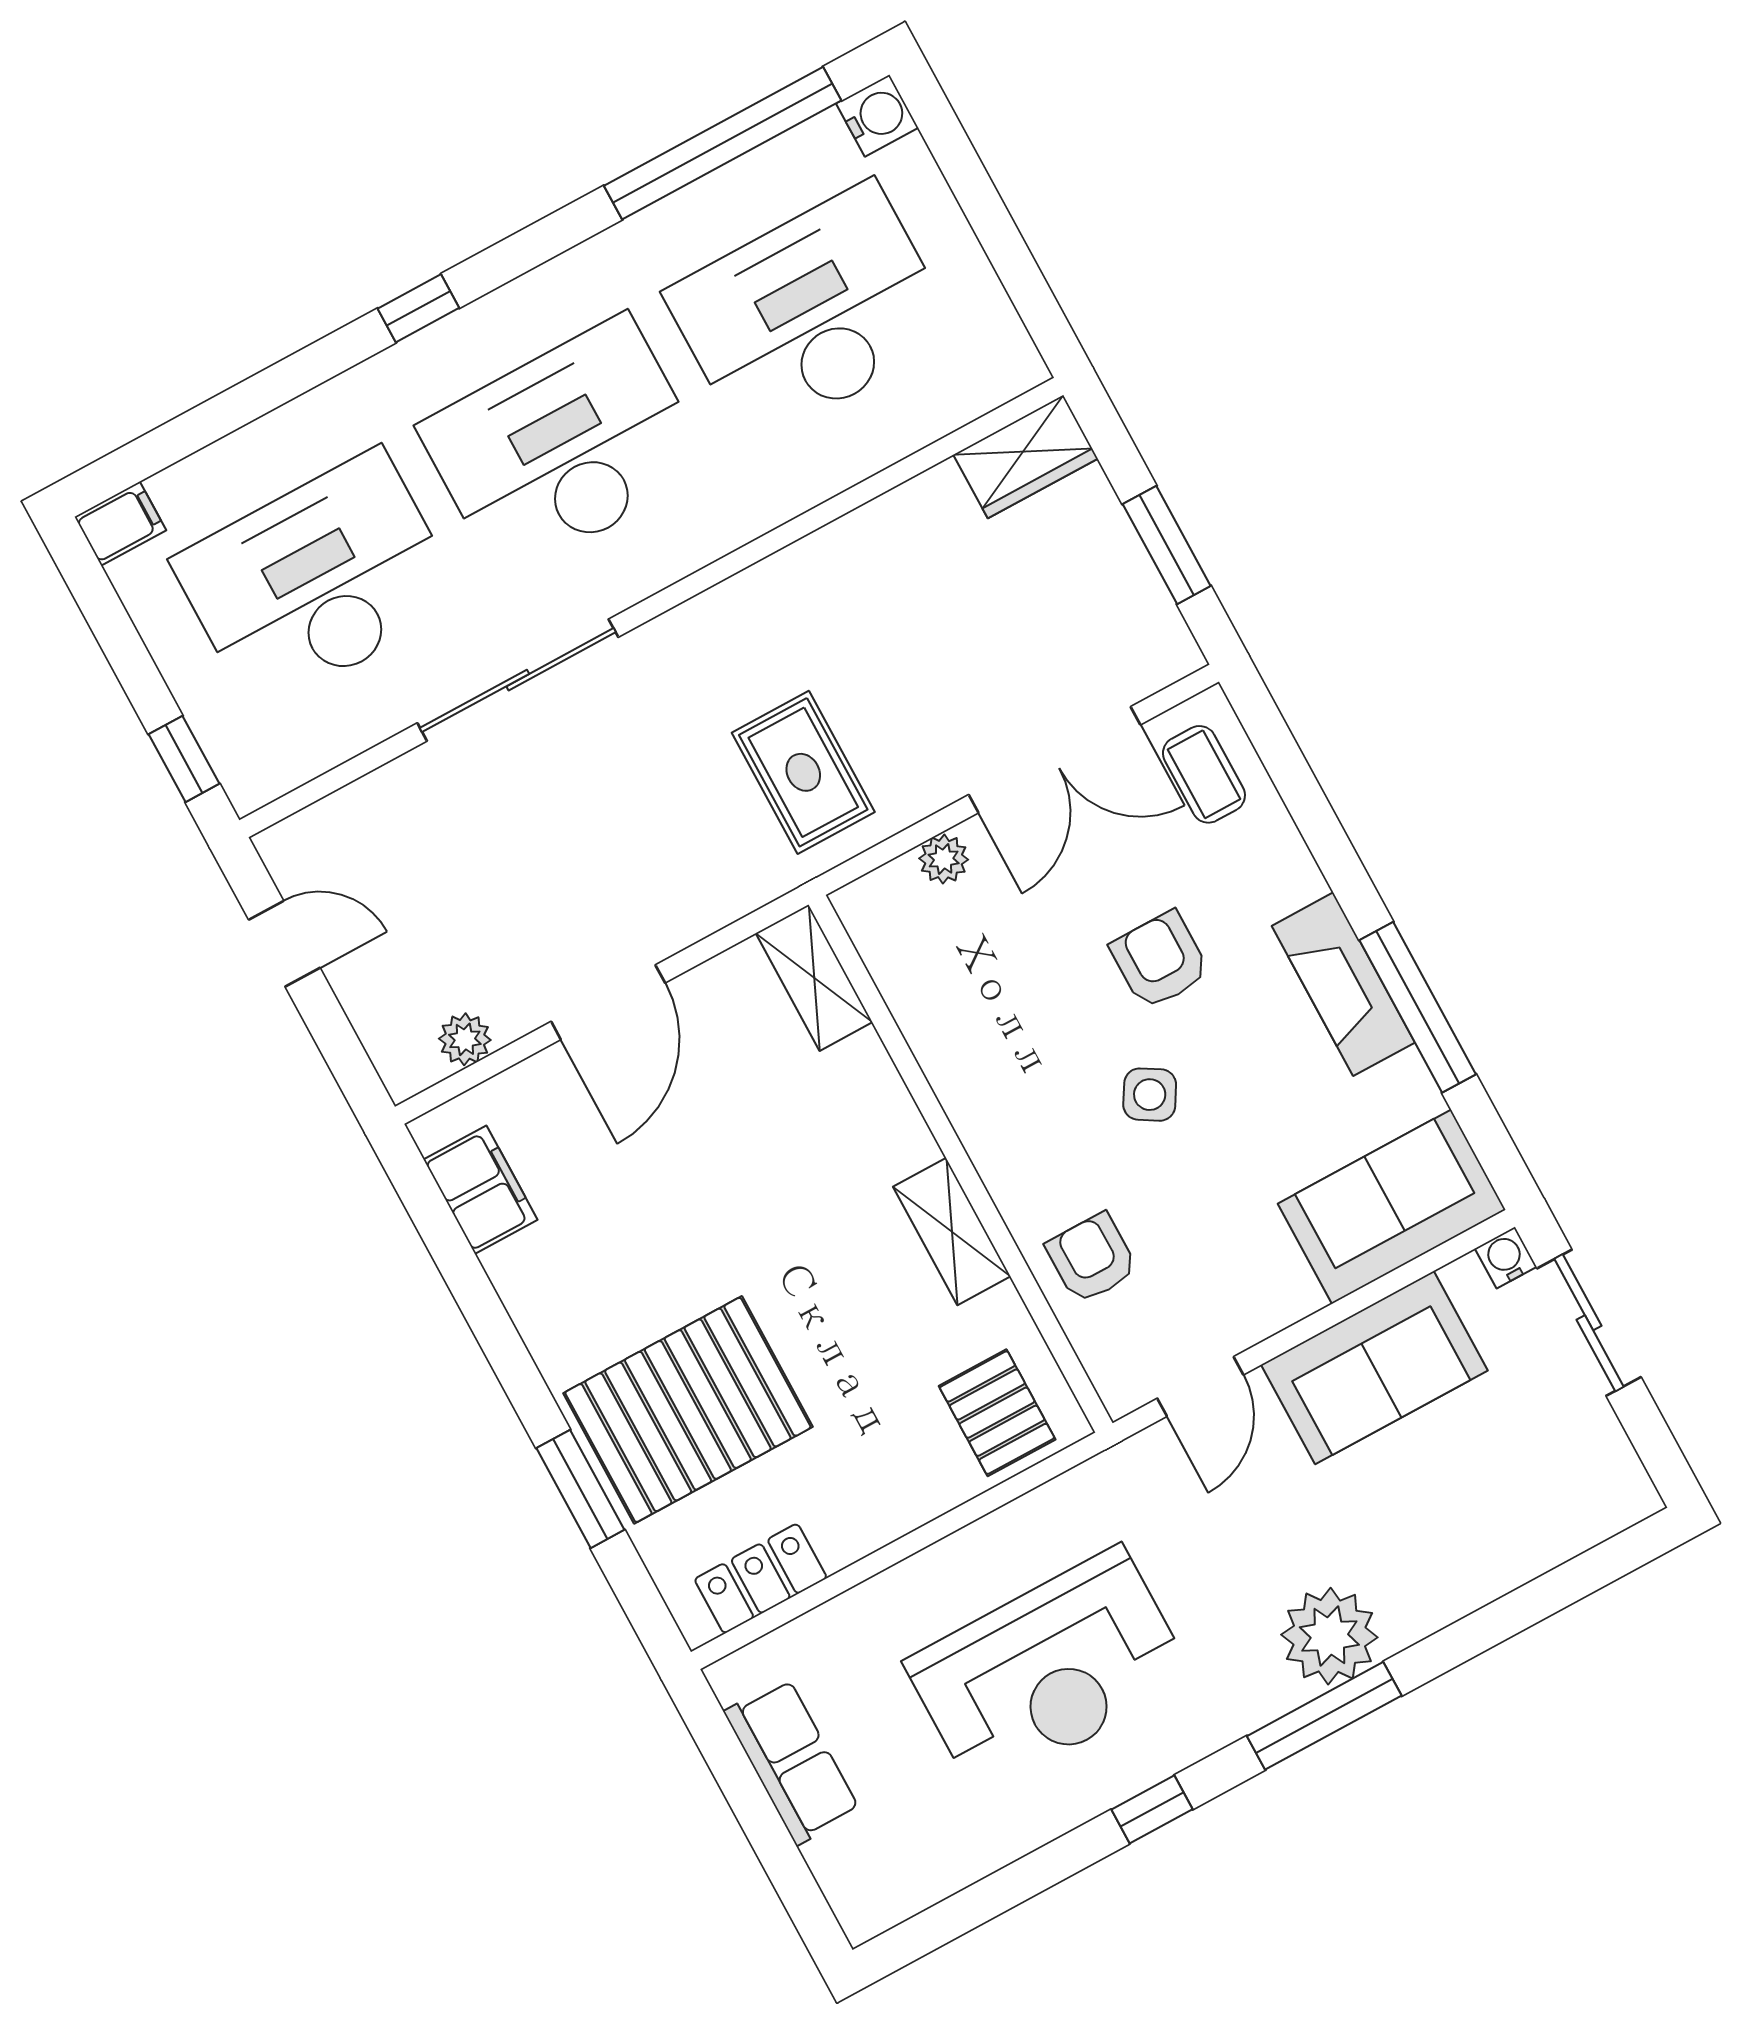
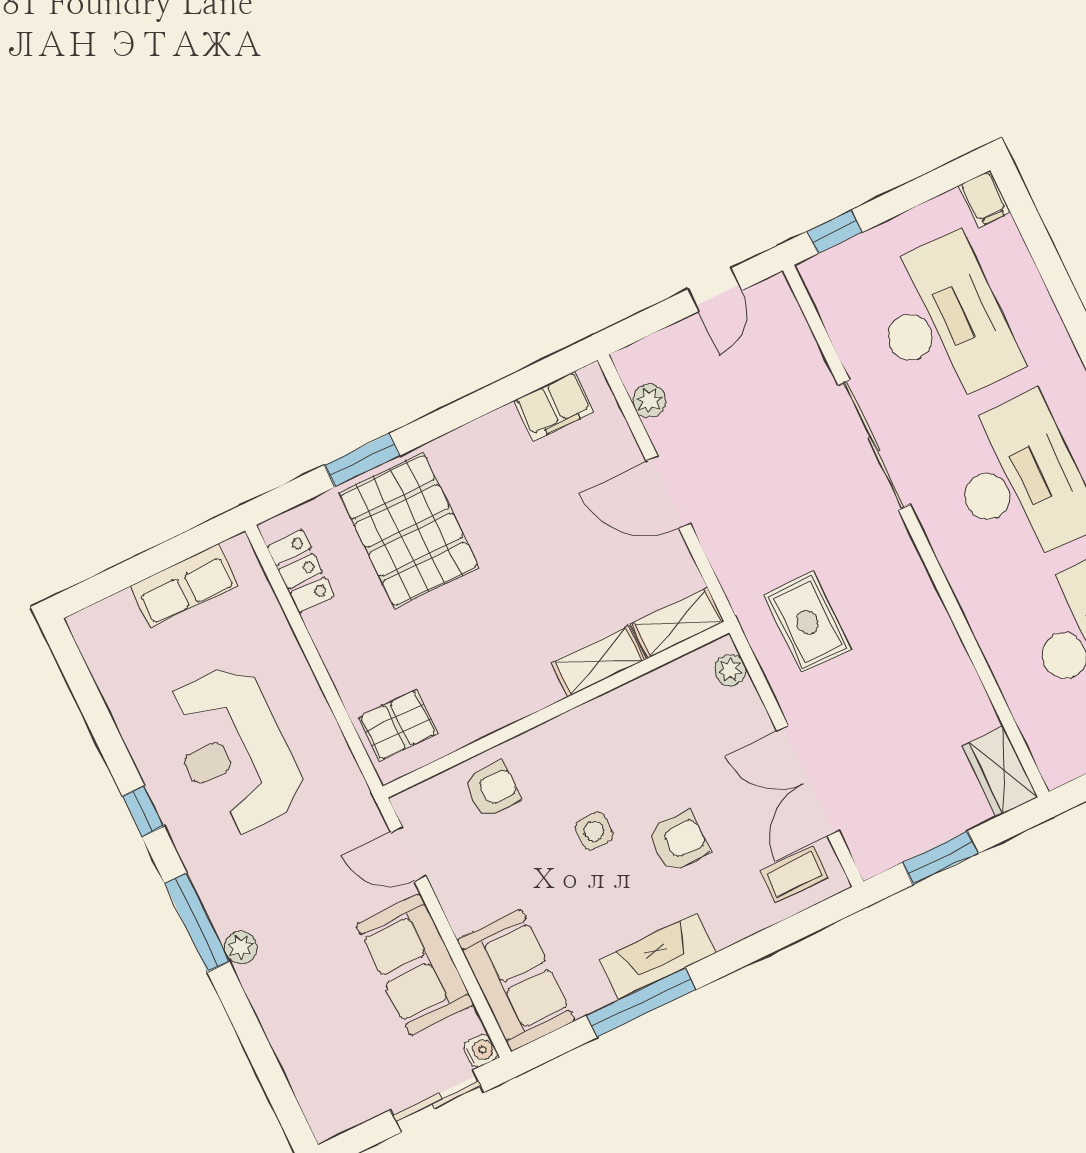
rug: (803, 772) -> (807, 622), turned 90
plant: (944, 859) -> (730, 670), moved
side table: (1150, 1095) -> (594, 831), turned -31
shelving: (952, 1231) -> (598, 661), moved
plant: (1329, 1636) -> (241, 947), width x0.53, depth x0.53

